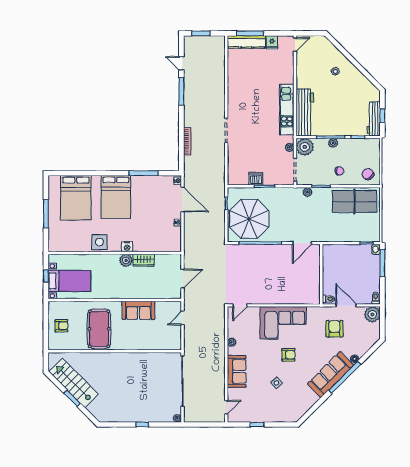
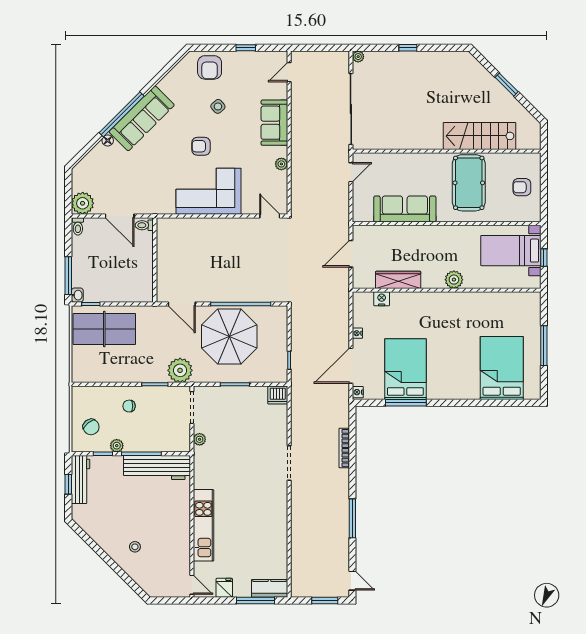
kitchen counter: (246, 42) -> (270, 588), width x0.67
door: (295, 44) -> (192, 585), swing flipped
door: (181, 63) -> (352, 581), moved
kitchen unit: (287, 110) -> (203, 525), moved
workbench: (305, 112) -> (157, 467), moved, turned -90
plant: (333, 143) -> (117, 446), moved
plant: (305, 147) -> (178, 440), removed
chair: (368, 174) -> (91, 427), moved
dishwasher: (256, 179) -> (278, 395), moved
plant: (307, 192) -> (180, 370), width x1.88, depth x1.88
bed: (116, 197) -> (405, 369), moved
door: (182, 199) -> (351, 366), hinge flipped
table tennis table: (354, 202) -> (104, 329), moved
parasol: (249, 219) -> (229, 337), moved
side table: (99, 242) -> (468, 305), removed
door: (302, 243) -> (182, 304), swing flipped
nightstand: (127, 247) -> (382, 299), moved
plant: (126, 260) -> (454, 280), moved
wardrobe: (144, 260) -> (398, 280), width x1.50
door: (240, 305) -> (270, 216), hinge flipped
sofa: (138, 310) -> (405, 209), width x1.36
door: (182, 318) -> (351, 172), moved
armchair: (334, 329) -> (210, 67), moved
stairs: (73, 383) -> (480, 136), moved, turned 135

